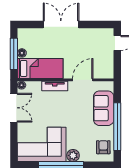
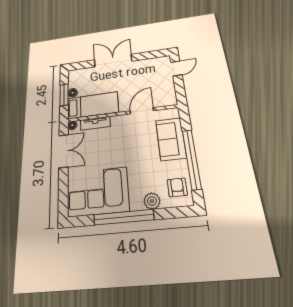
window: (14, 54) -> (64, 95), width x0.69
tv unit: (55, 86) -> (95, 123), moved
plant: (73, 155) -> (152, 201), moved

